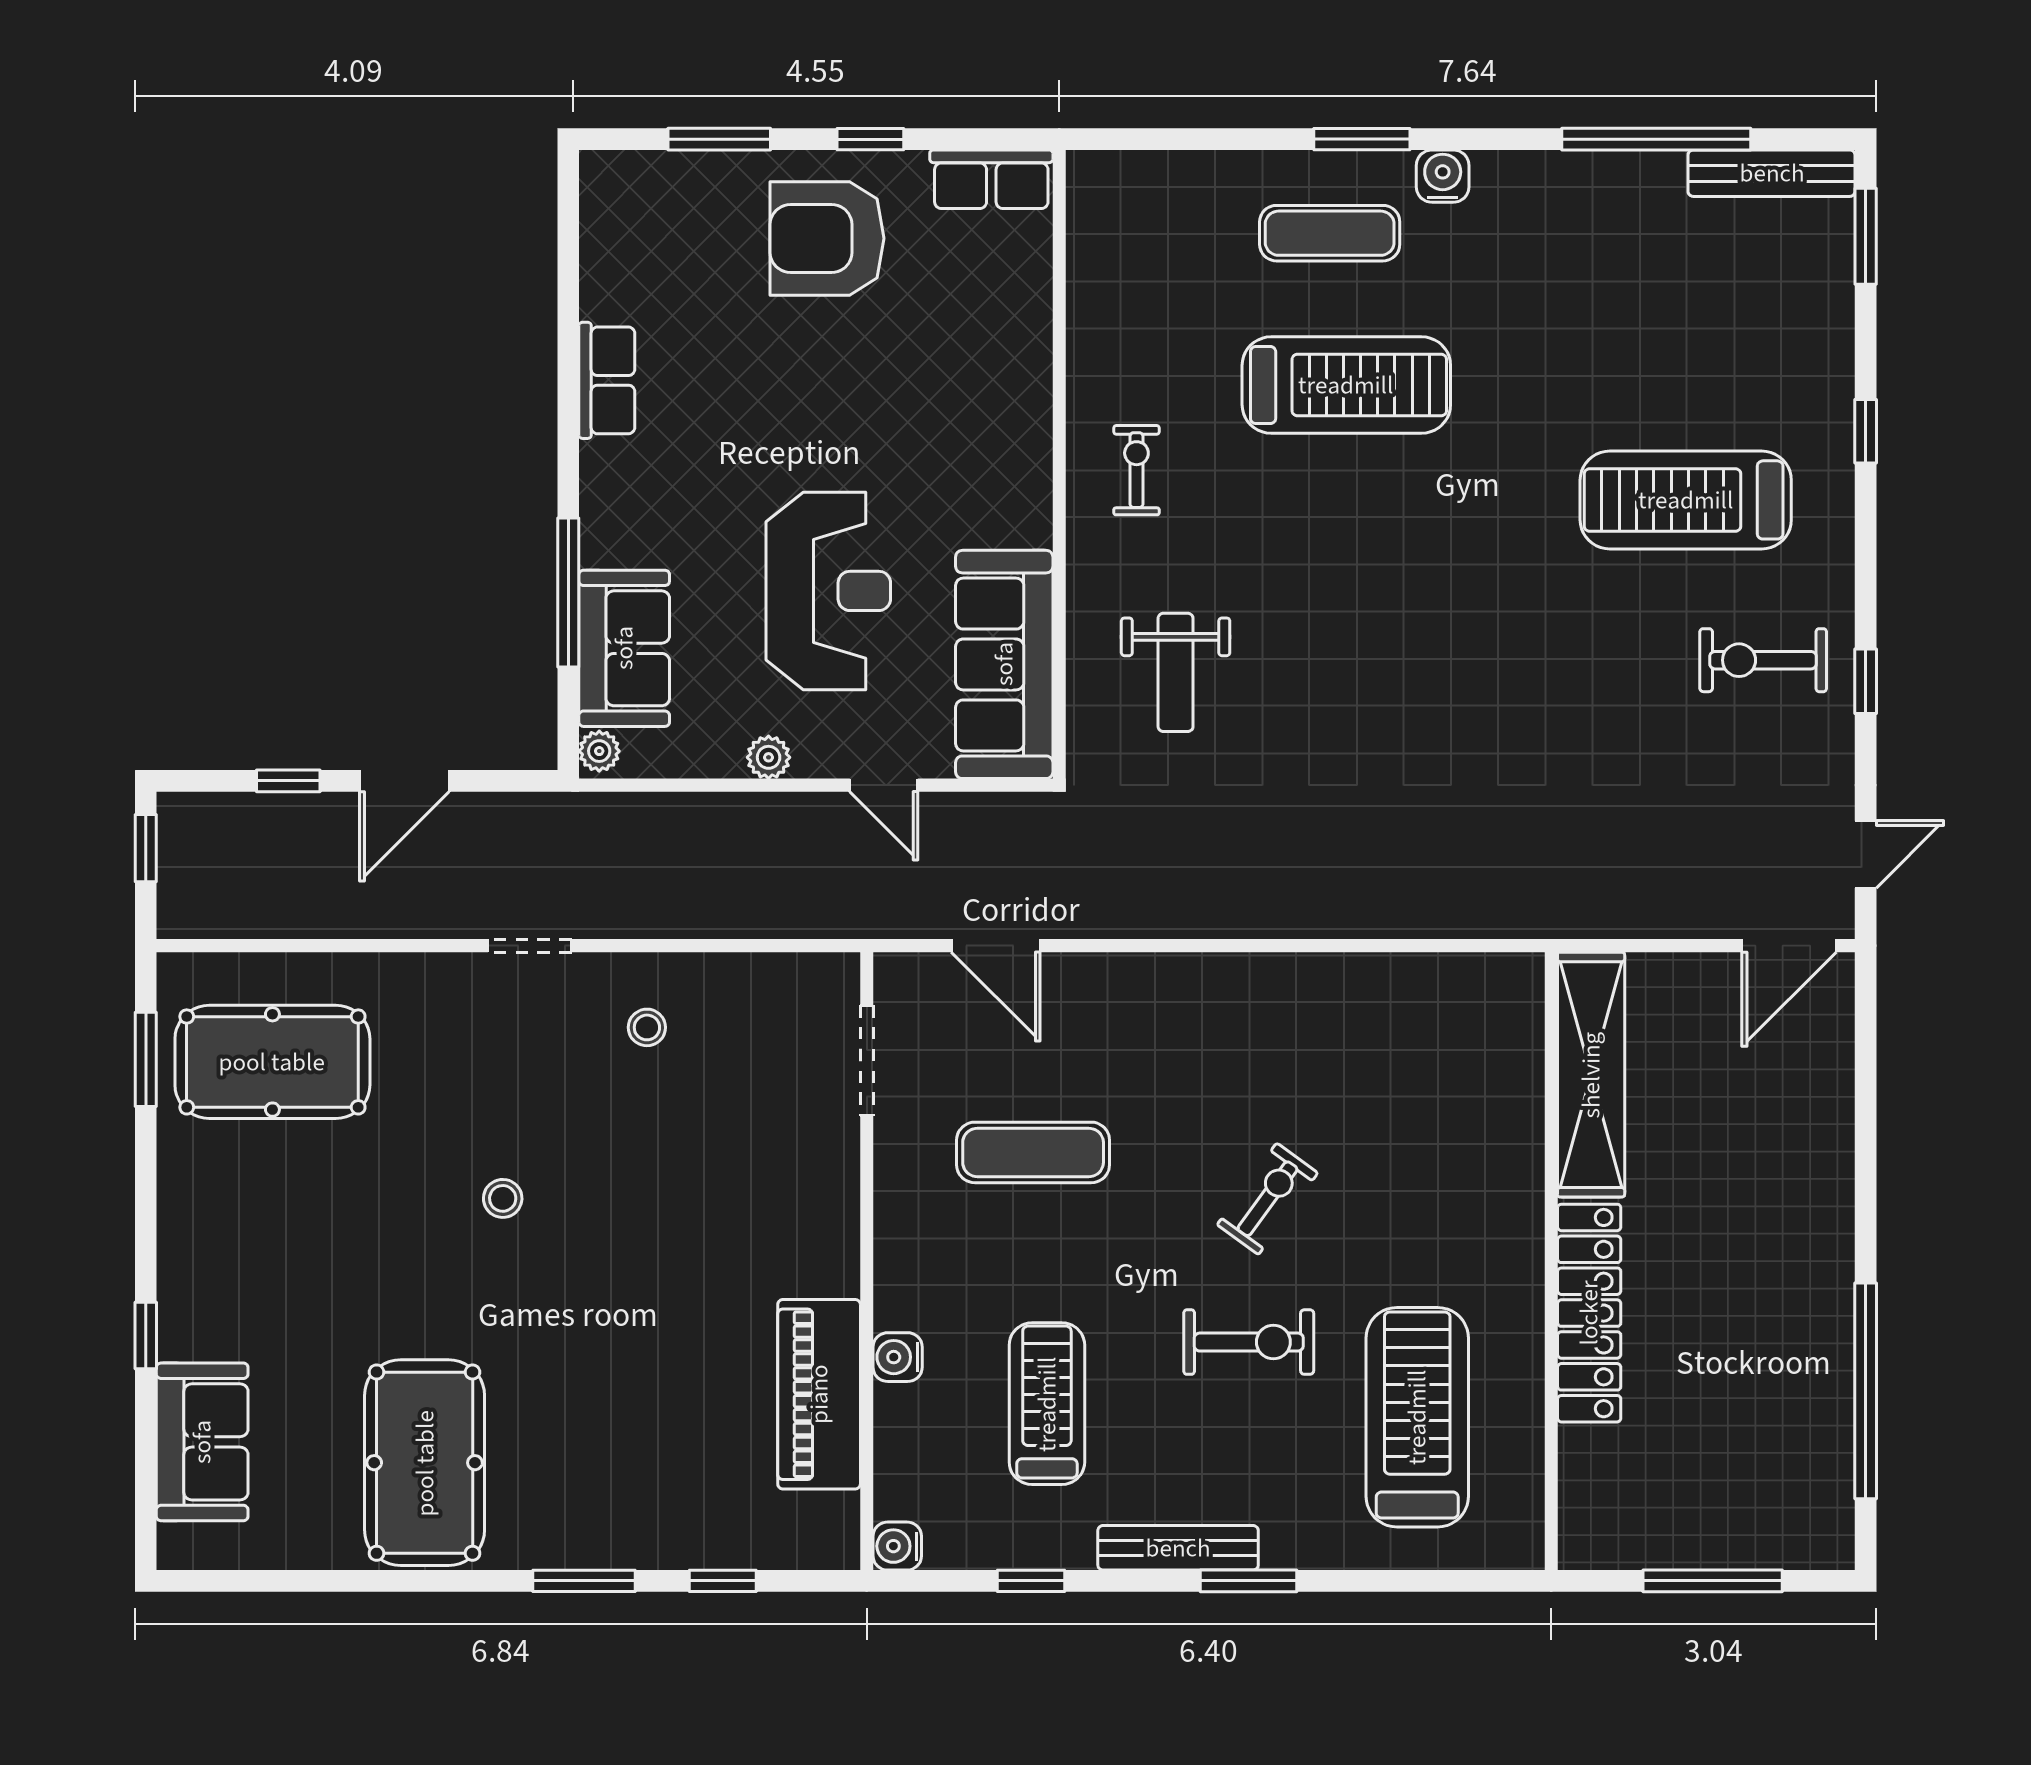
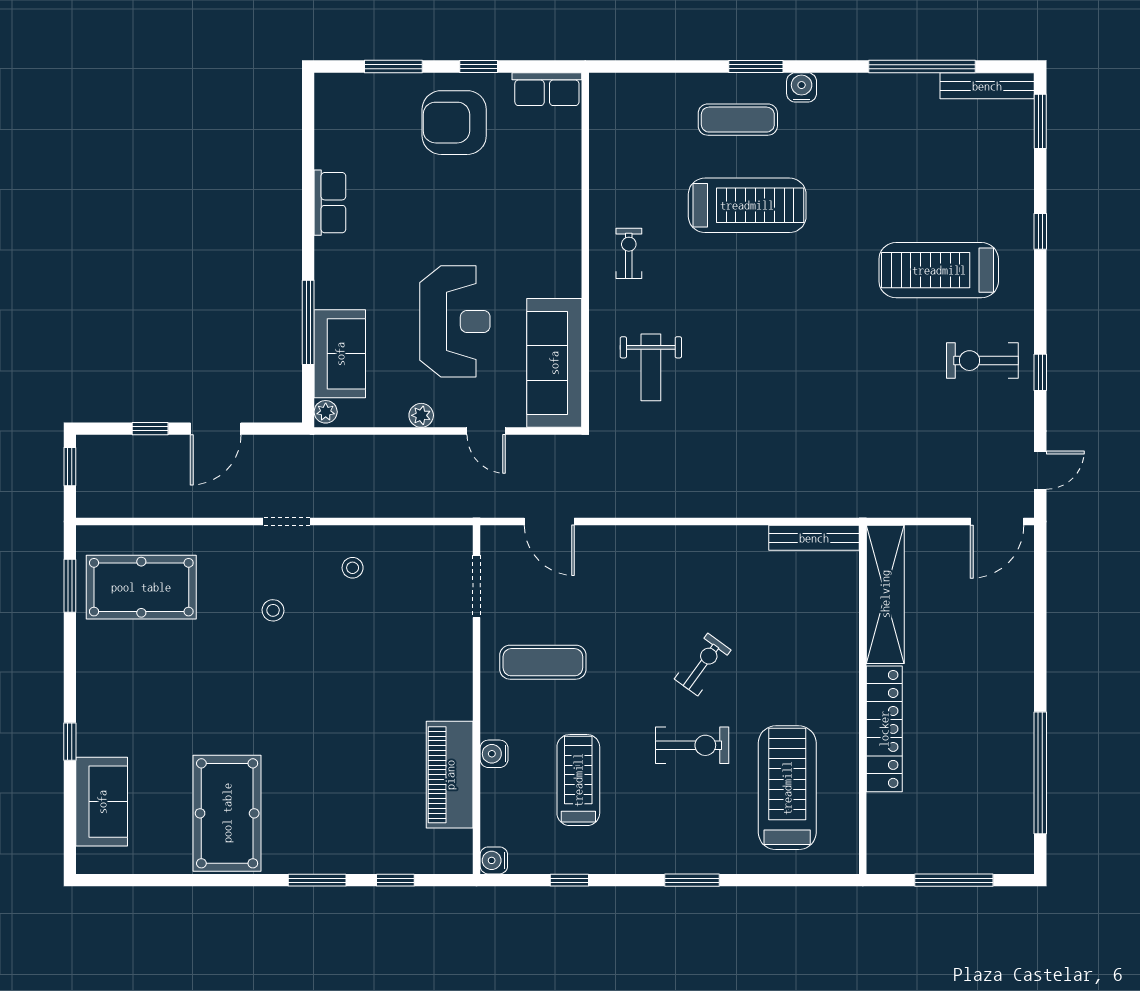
exercise mat: (1033, 1152) -> (543, 662), moved
stool: (503, 1198) -> (273, 610), moved
bench: (1178, 1548) -> (814, 538), moved

